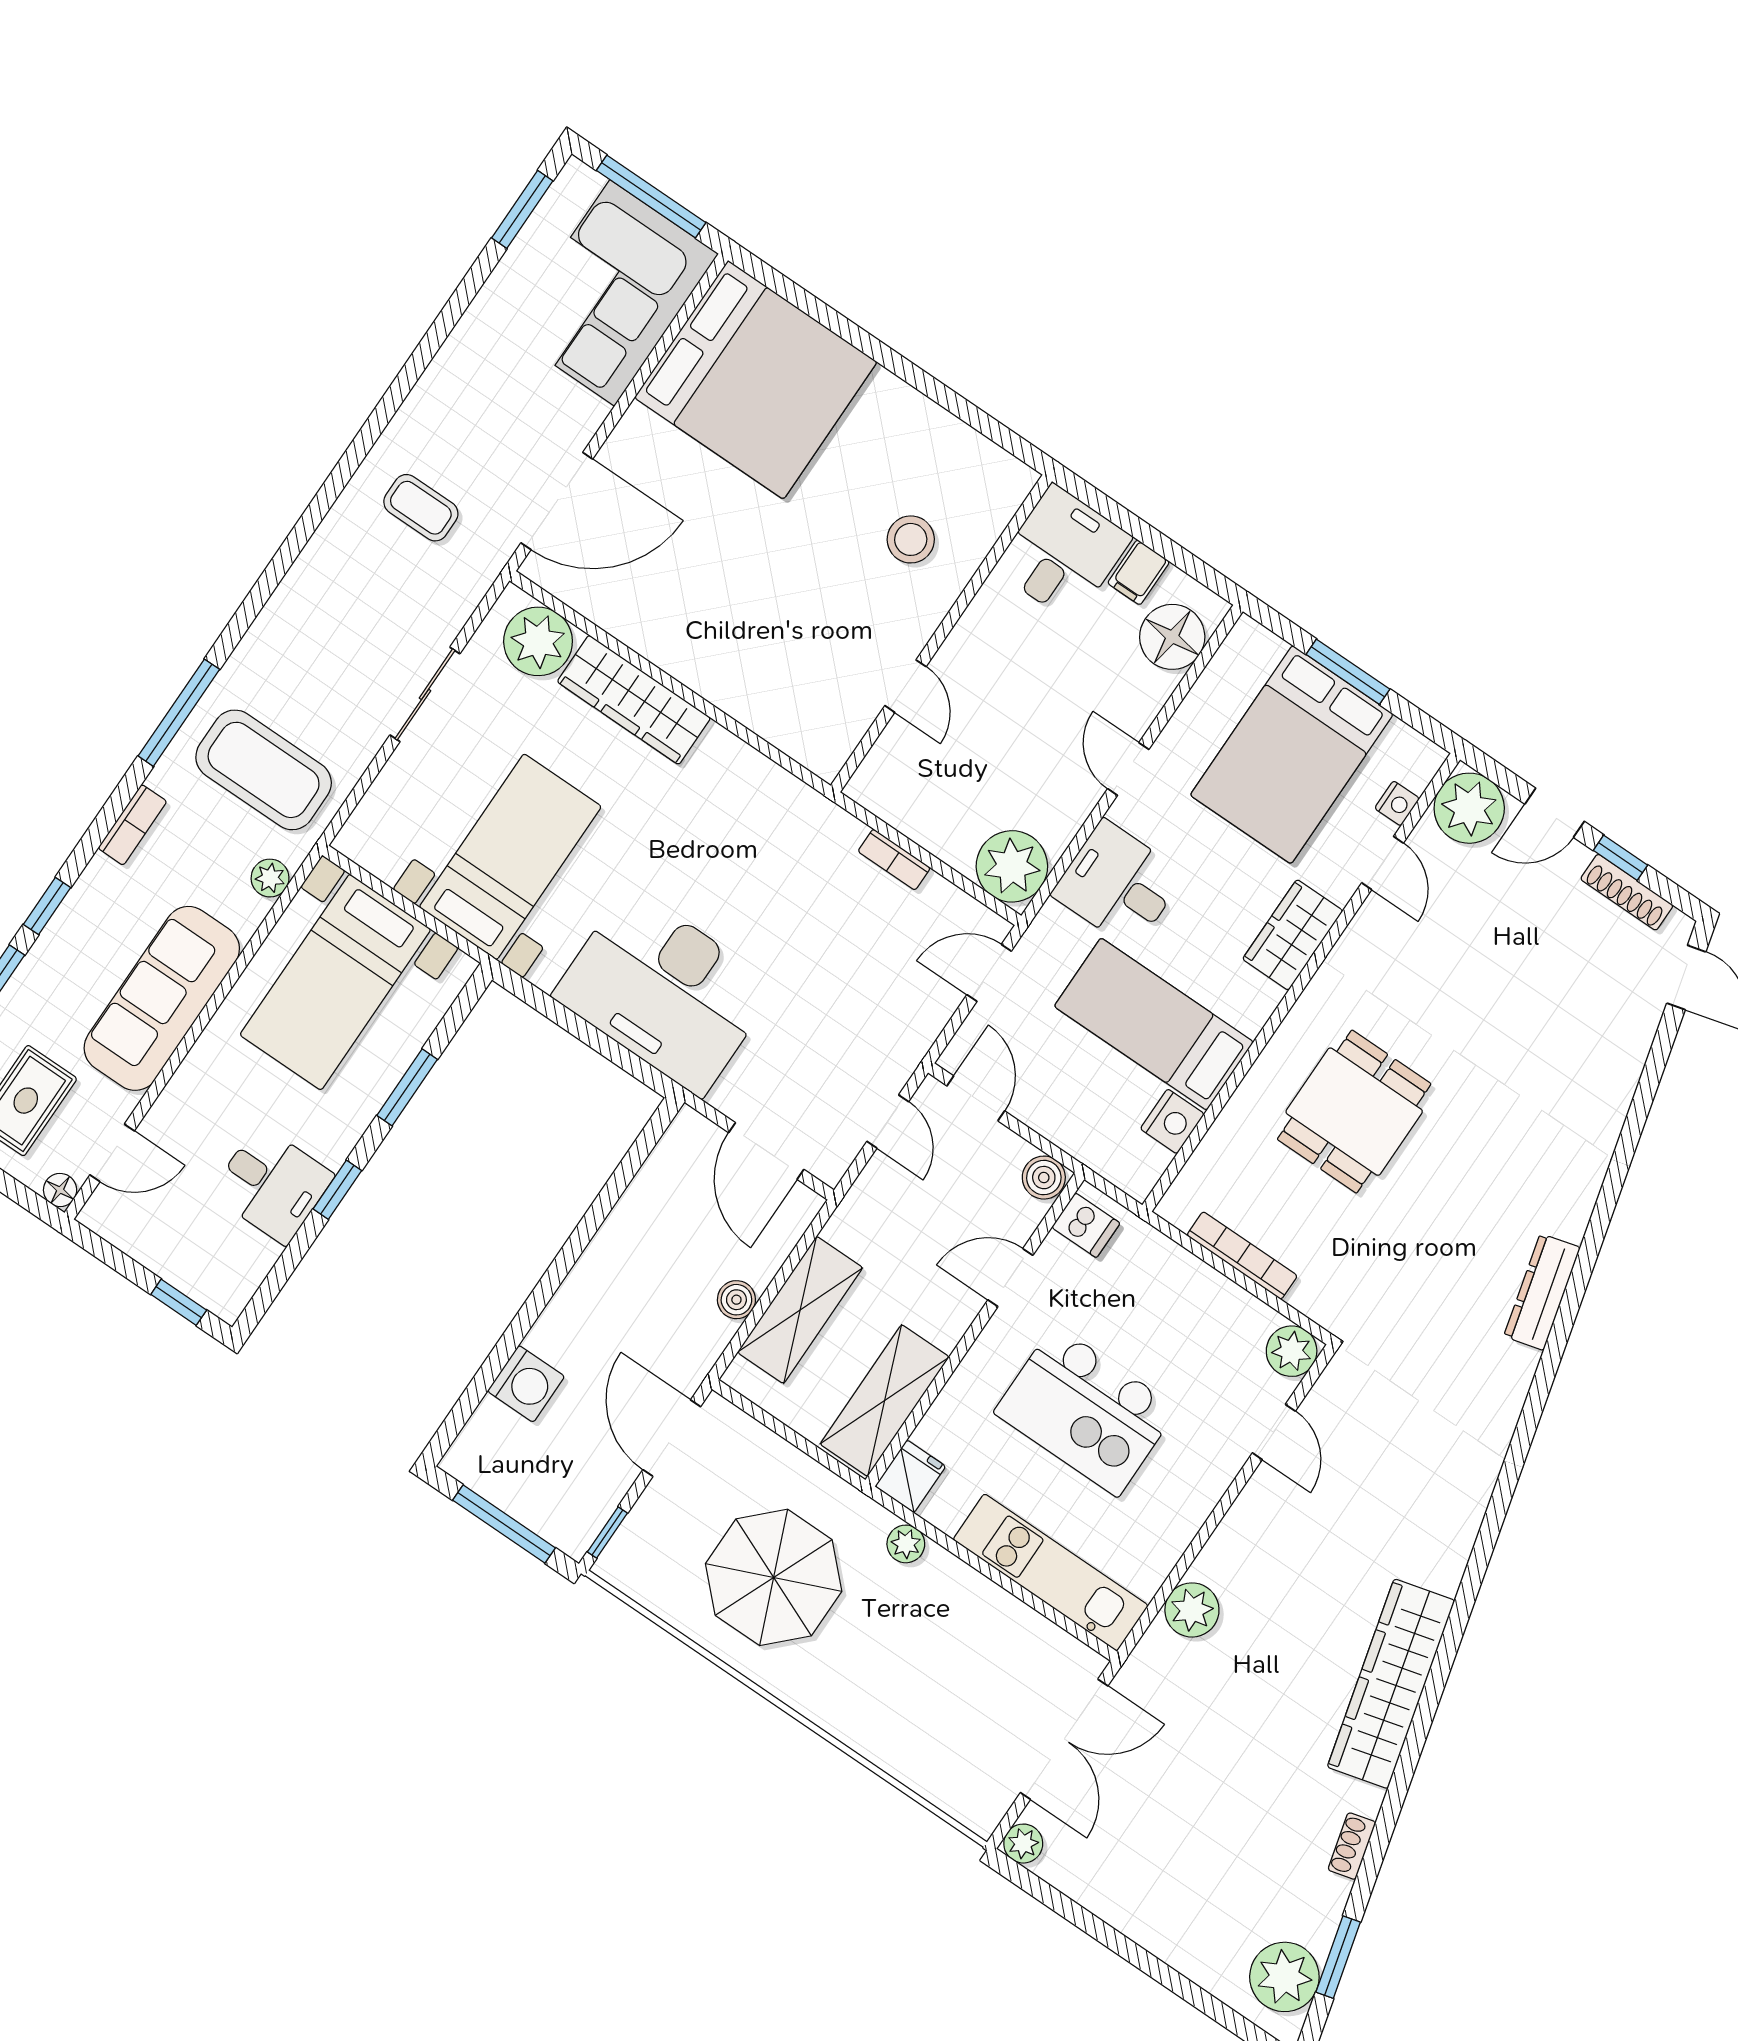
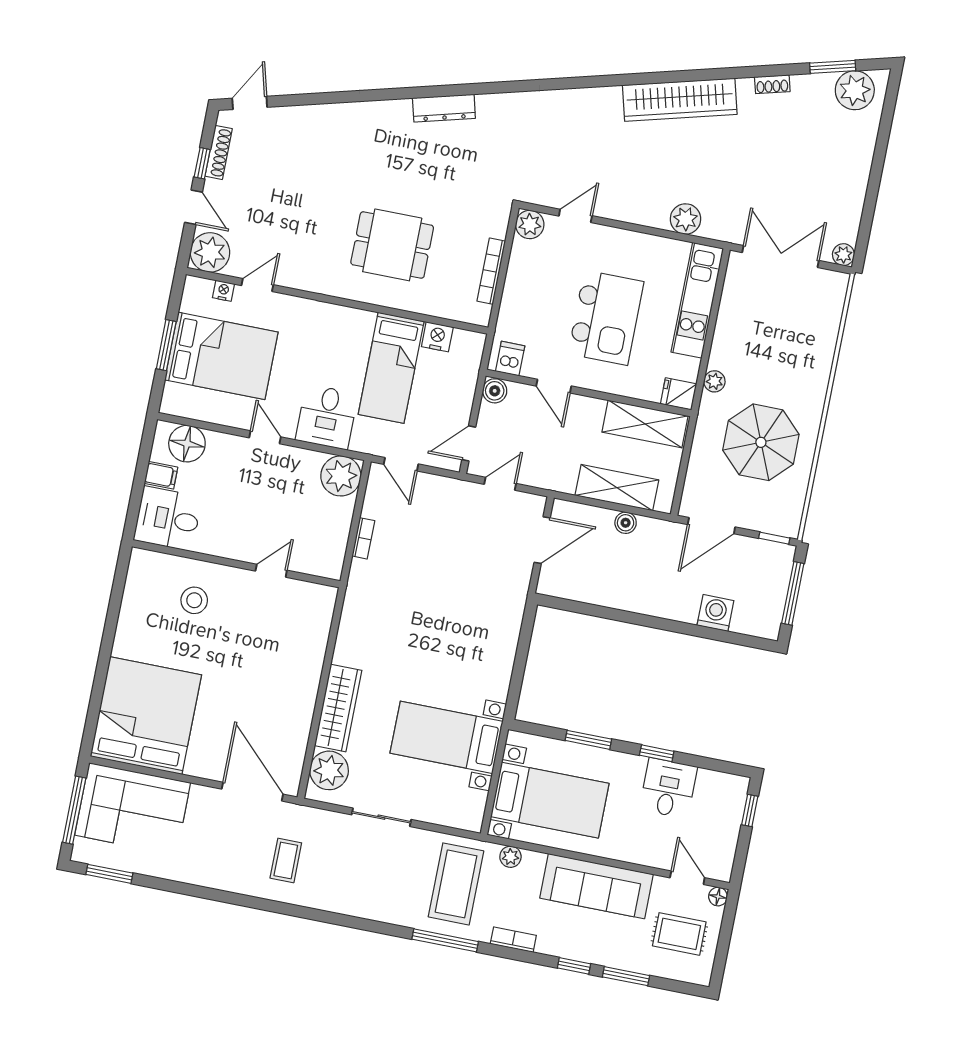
door: (1128, 769) -> (265, 437), swing flipped
wardrobe: (1293, 935) -> (314, 316), removed
desk: (665, 991) -> (482, 628), removed

